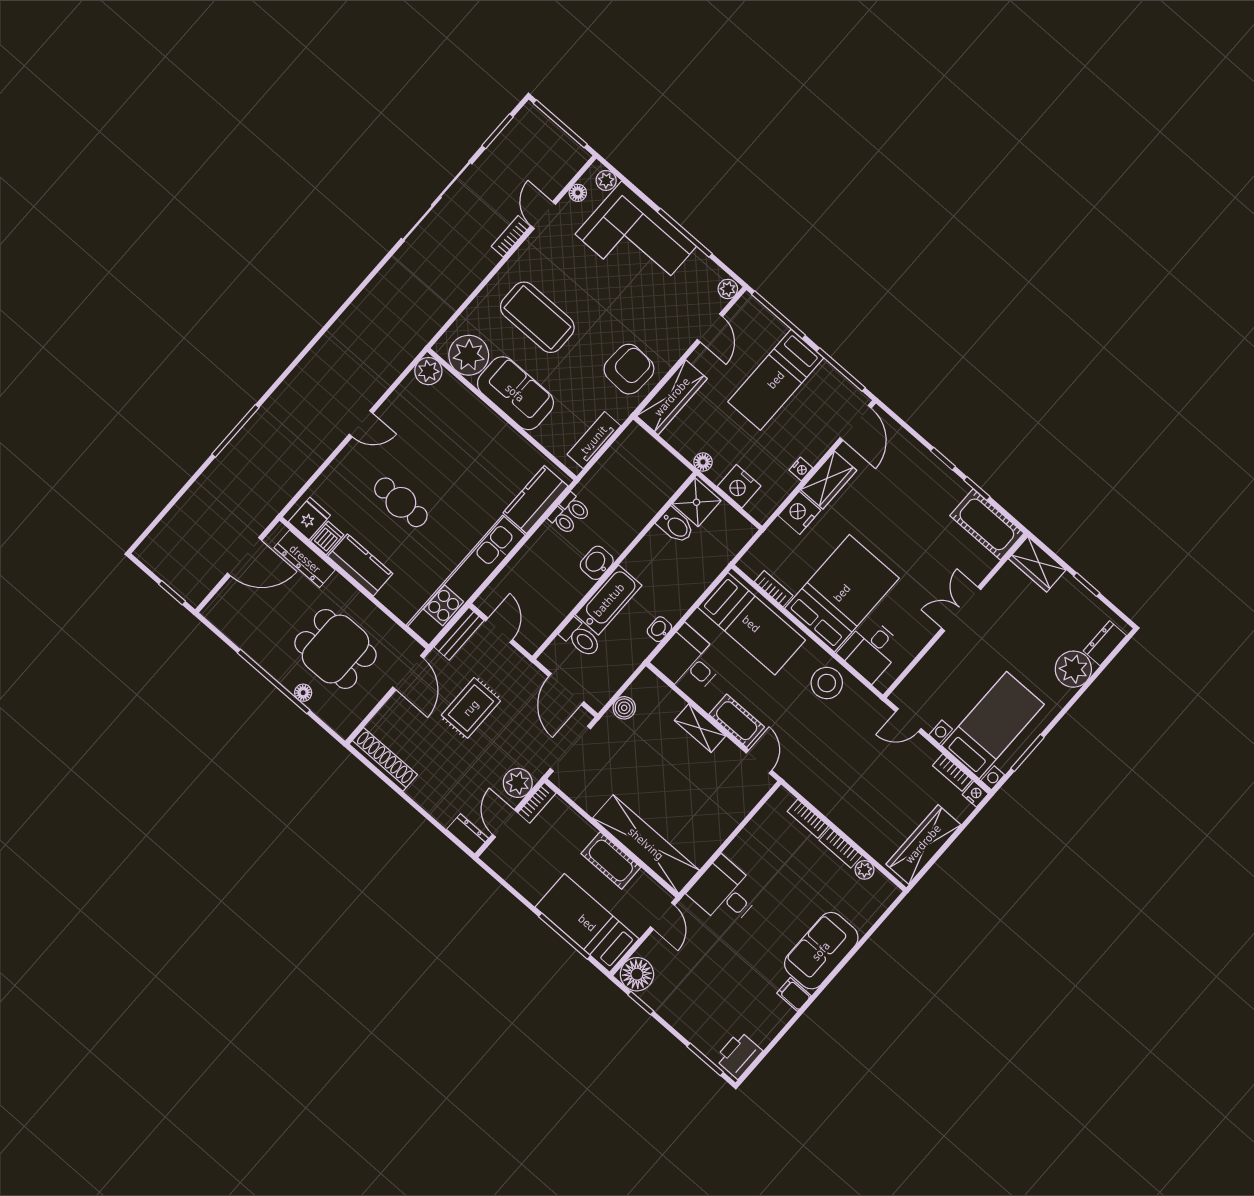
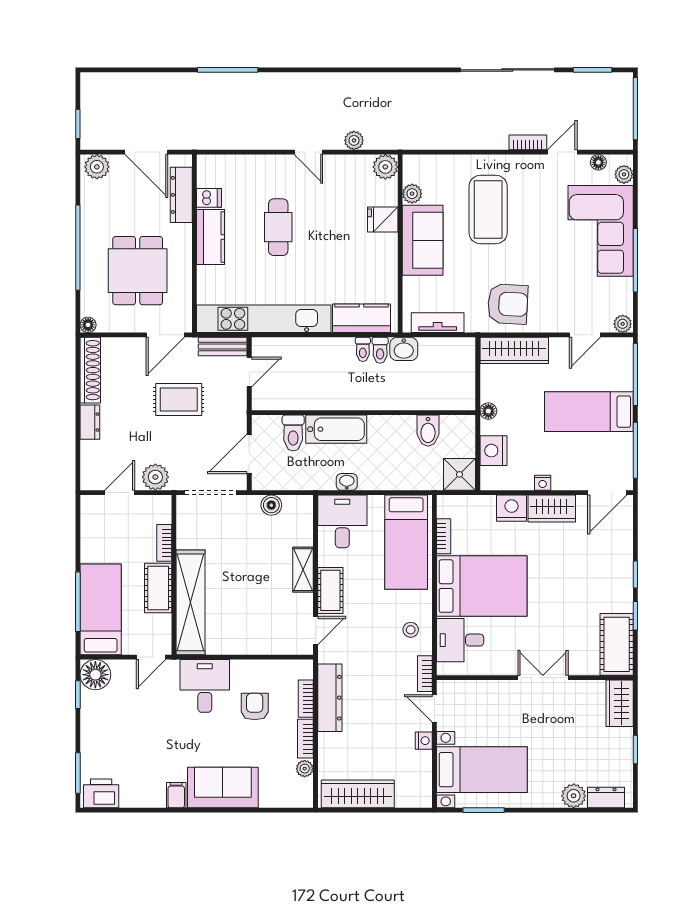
plant: (469, 355) -> (412, 194), width x0.53, depth x0.53
plant: (384, 378) -> (354, 140), added
shower: (696, 502) -> (460, 474), moved
fridge: (309, 519) -> (383, 219), moved, turned 180
washbasin: (597, 563) -> (404, 349), moved, turned 180
plant: (221, 608) -> (97, 167), added
plant: (1073, 669) -> (574, 796), width x0.73, depth x0.73
stool: (827, 683) -> (411, 630), width x0.53, depth x0.53
floor lamp: (303, 693) -> (88, 325), moved
bookcase: (952, 773) -> (425, 674), moved
nightstand: (975, 794) -> (424, 741), moved
dresser: (824, 798) -> (330, 698), added
bookcase: (537, 803) -> (164, 543), moved, turned 90
dresser: (467, 834) -> (90, 422), moved
armchair: (778, 866) -> (255, 707), added

